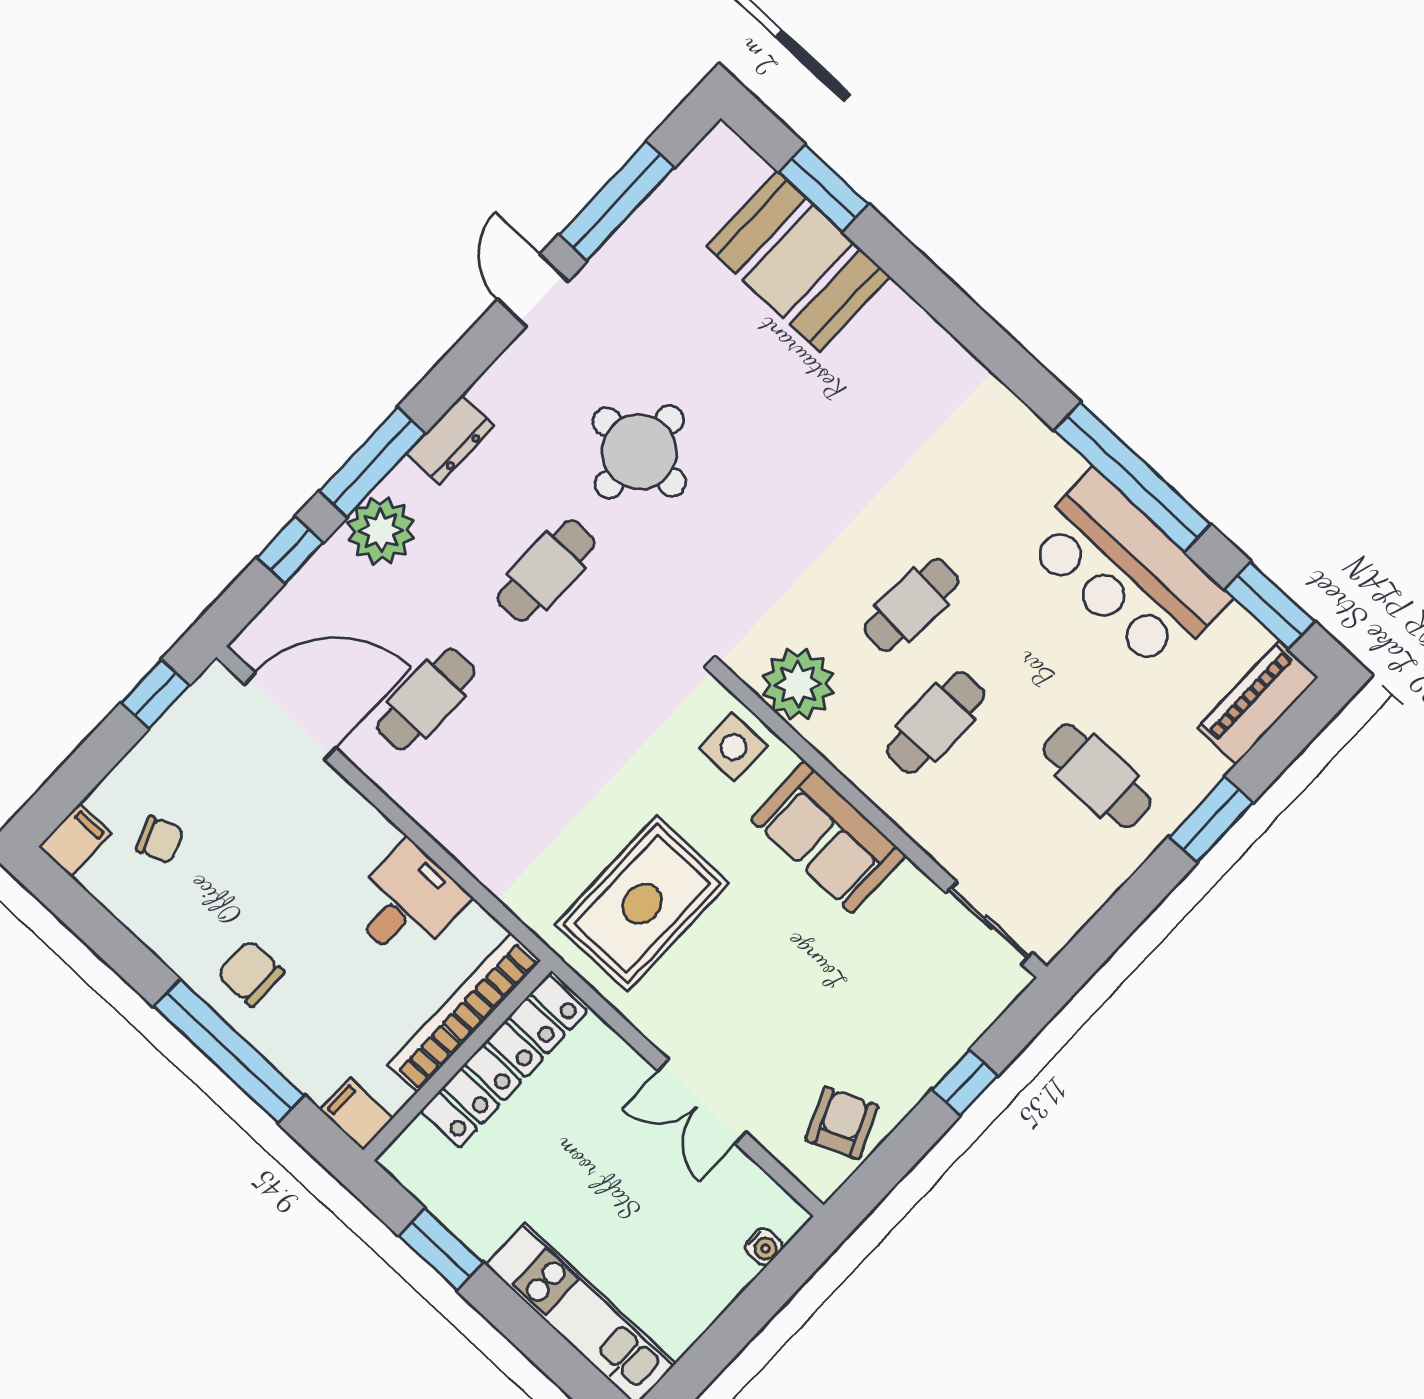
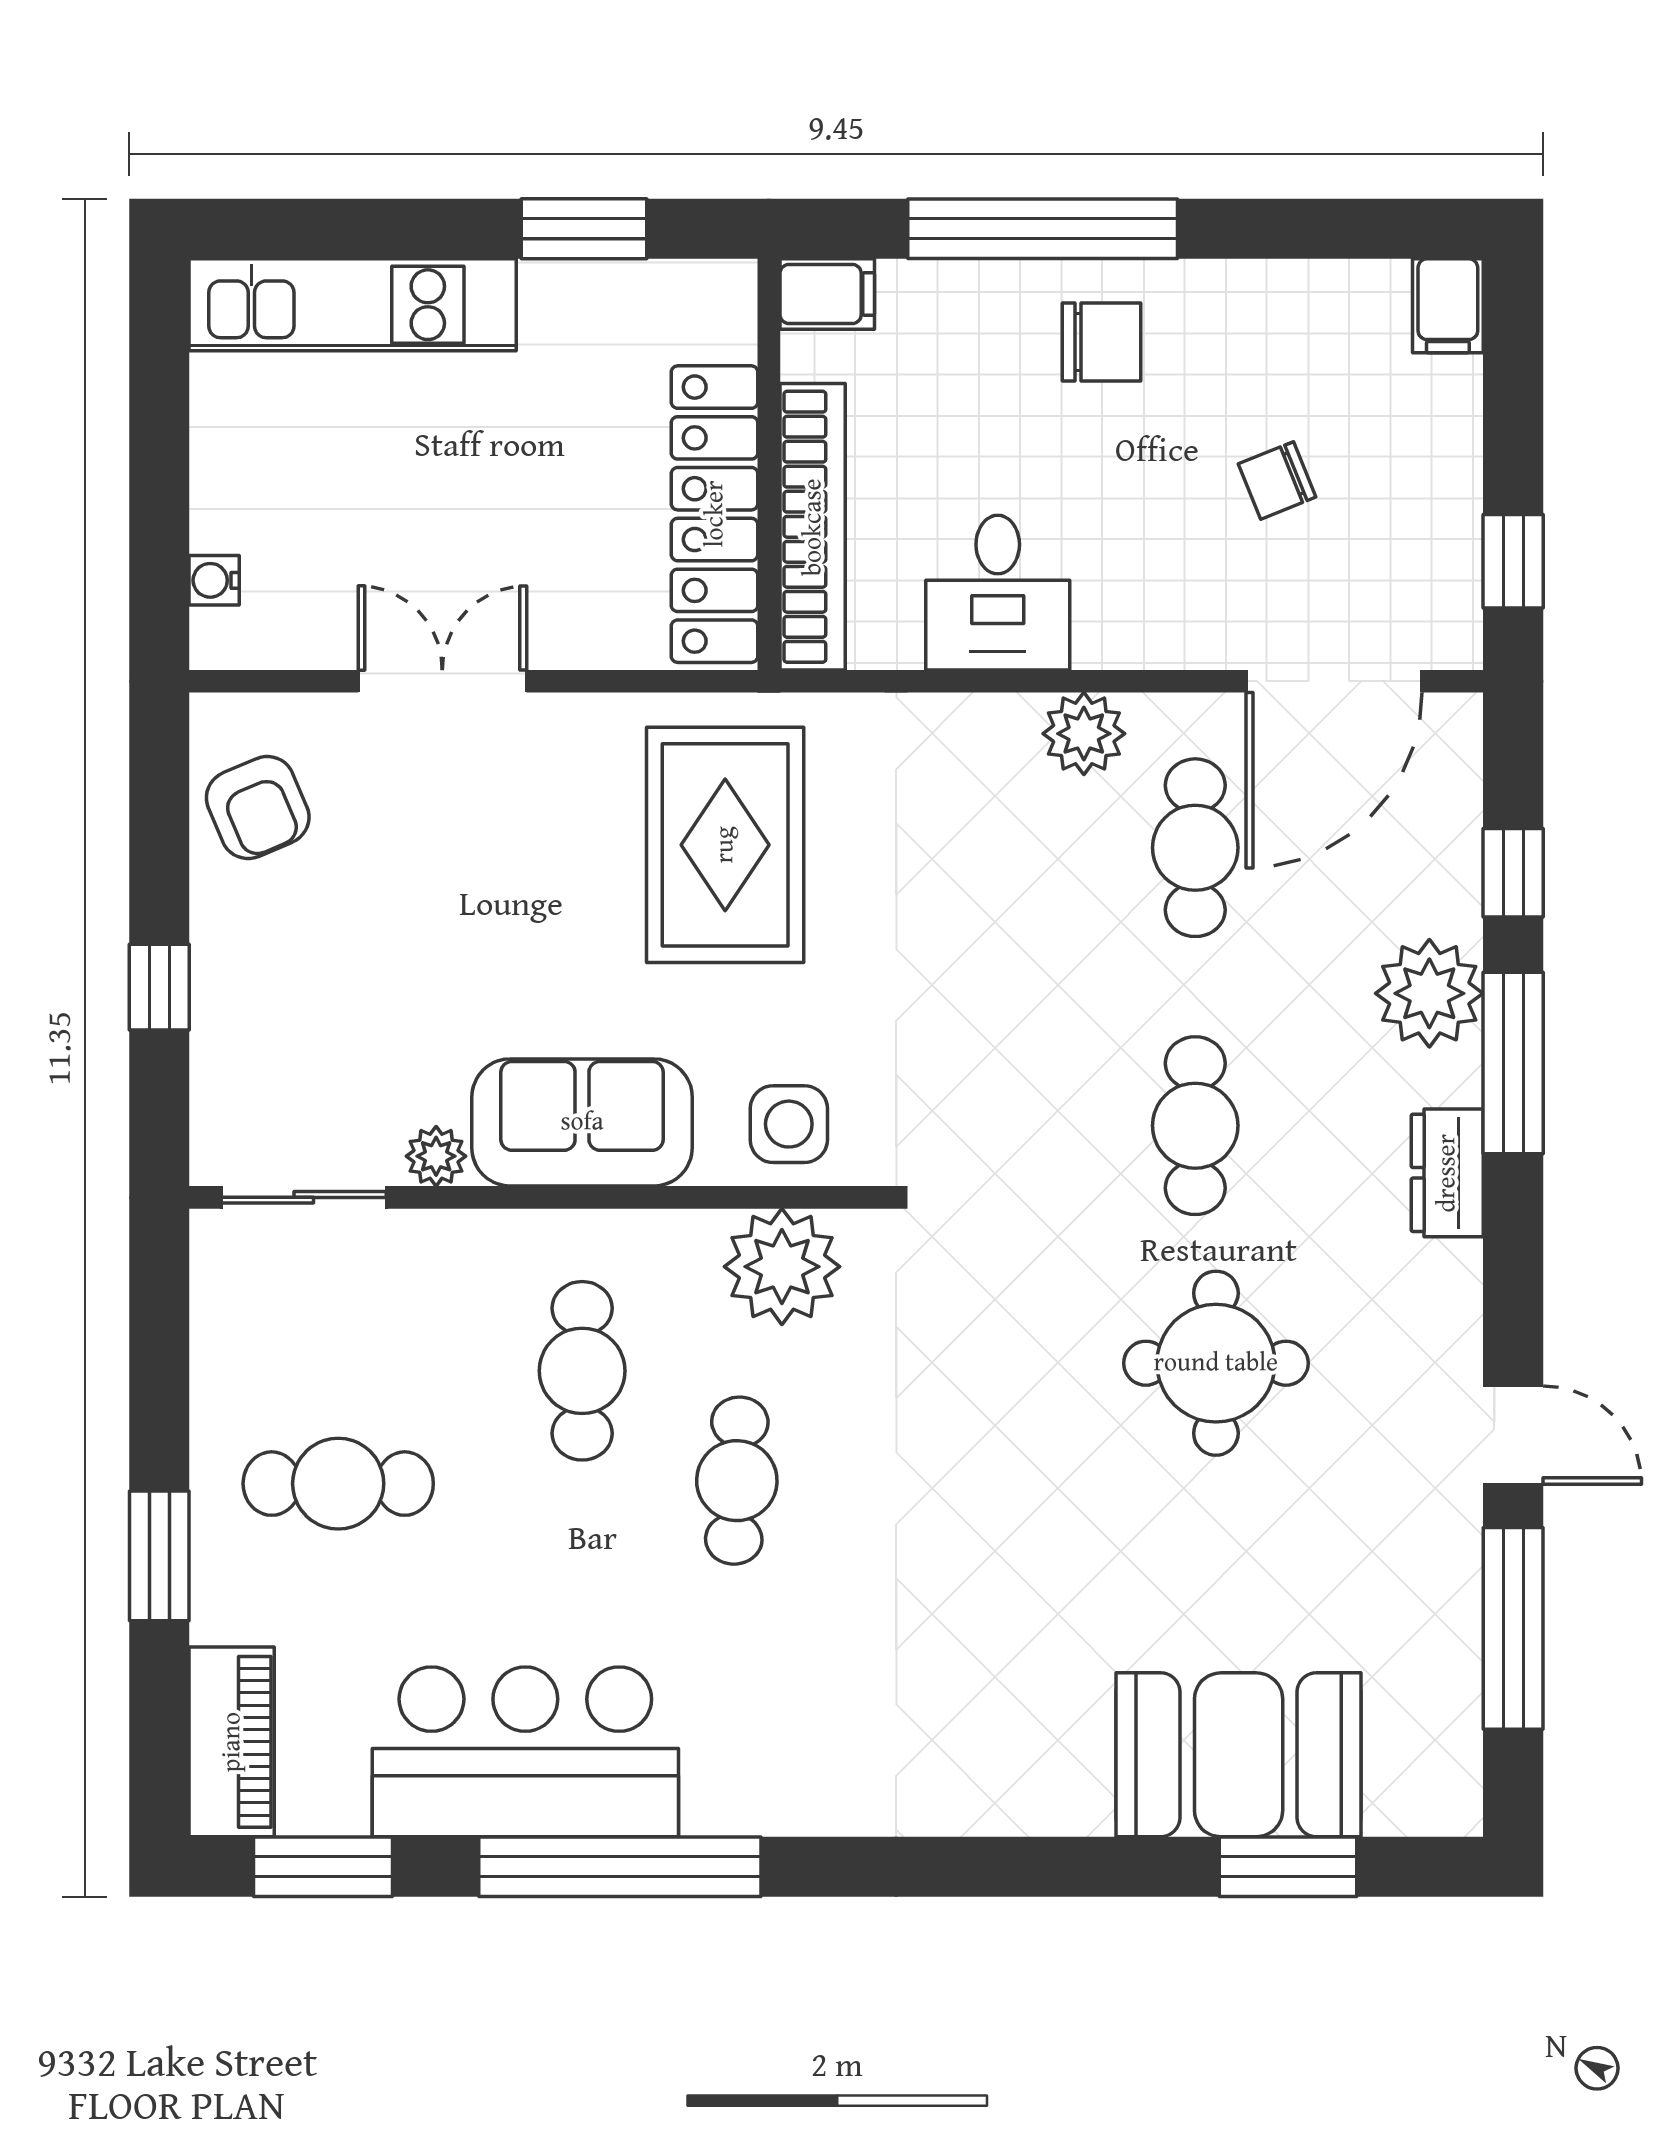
plant: (428, 800) -> (1084, 734), added
chair: (160, 840) -> (1277, 480), moved
plant: (910, 885) -> (436, 1156), added

